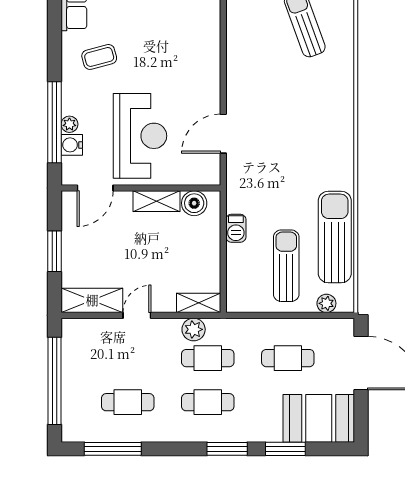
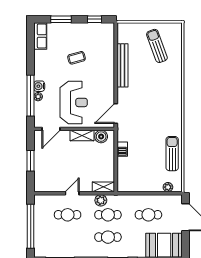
coffee table: (99, 57) -> (77, 58), moved
bench: (237, 62) -> (122, 65), added
door: (223, 134) -> (116, 113), moved
water cooler: (72, 145) -> (39, 86), moved
sun lounger: (335, 237) -> (172, 154), width x0.73, depth x0.75
sun lounger: (286, 266) -> (148, 168), removed
shelving: (92, 300) -> (49, 186), removed
cafe table: (128, 402) -> (68, 215), moved

